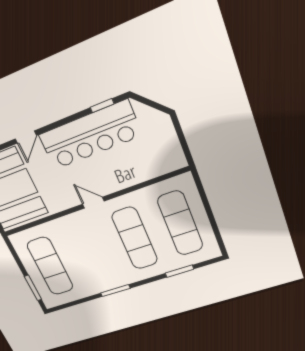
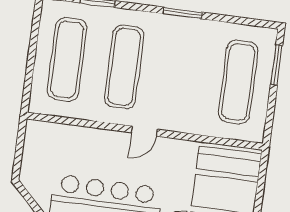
door: (93, 203) -> (144, 131), hinge flipped

